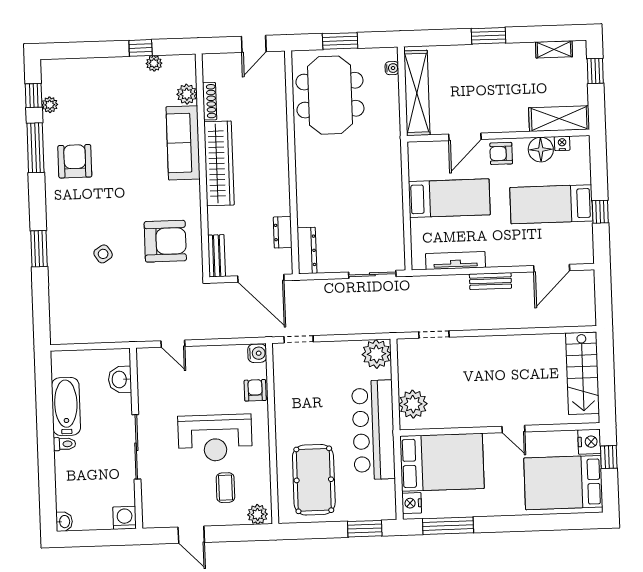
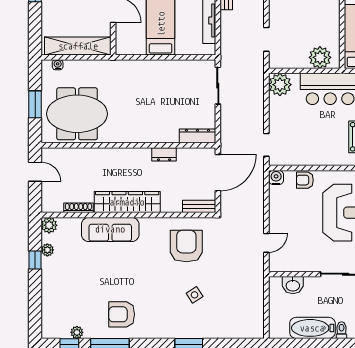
plant: (187, 94) -> (49, 225), moved
dresser: (283, 232) -> (164, 154), moved

